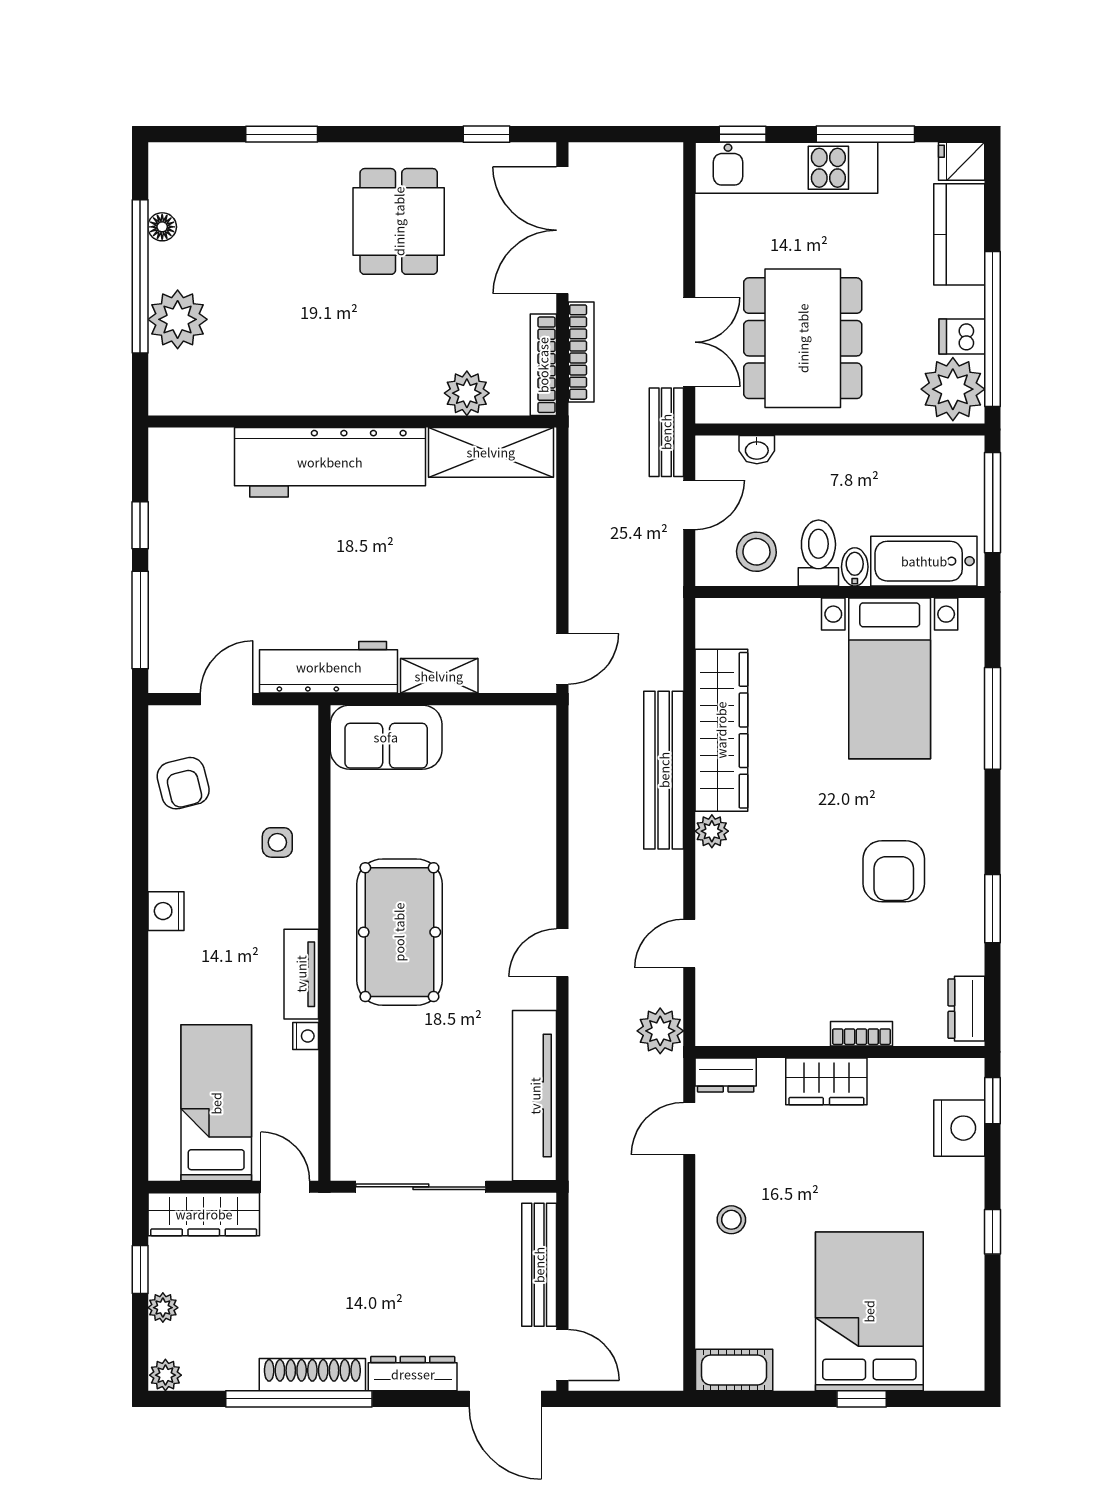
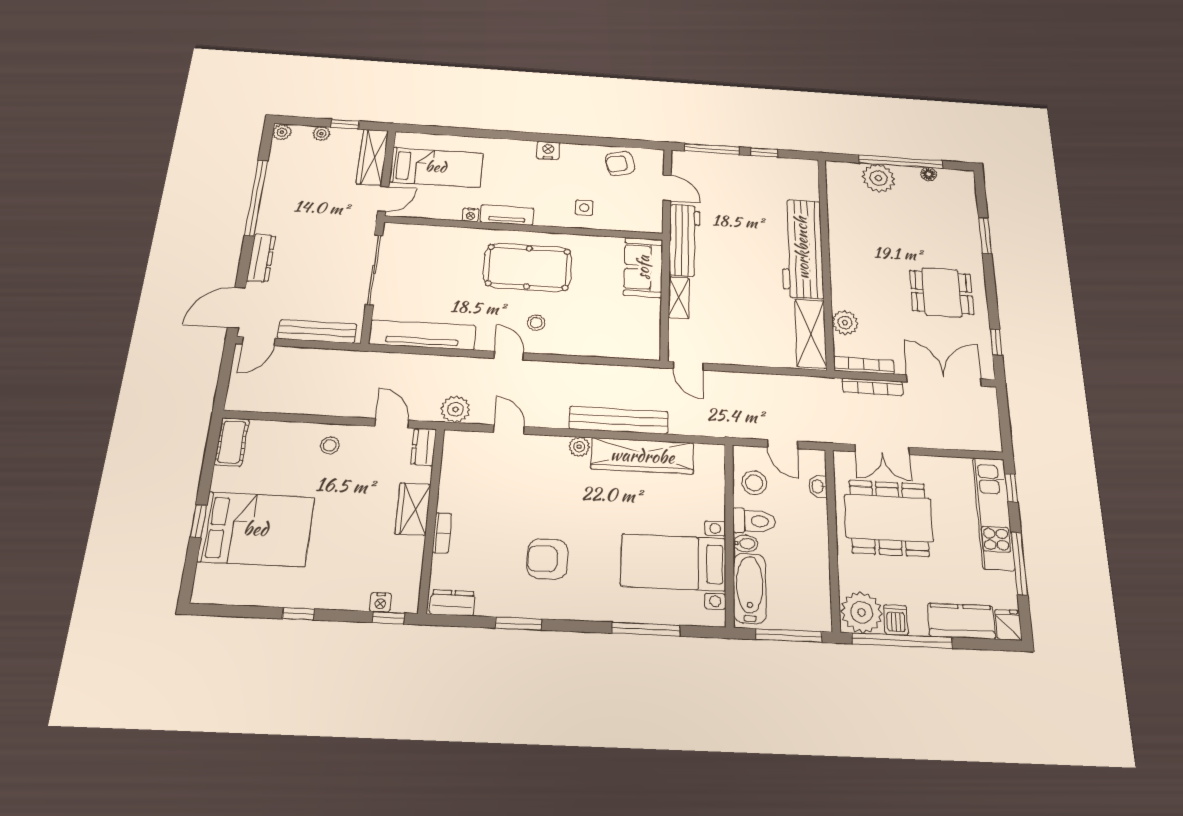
bench: (666, 432) -> (827, 433), removed
stool: (501, 912) -> (536, 323), added
nightstand: (959, 1128) -> (380, 602), width x0.53, depth x0.56
shoe rack: (312, 1375) -> (270, 205), removed

